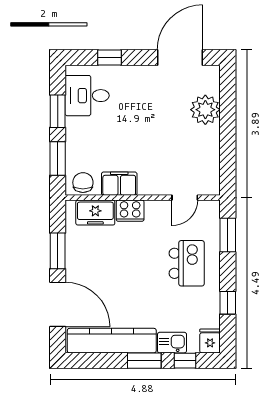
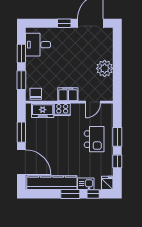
window: (109, 58) -> (64, 23), moved
plant: (205, 110) -> (105, 68), moved
filing cabinet: (119, 184) -> (68, 94), moved
window: (228, 235) -> (117, 137), moved

